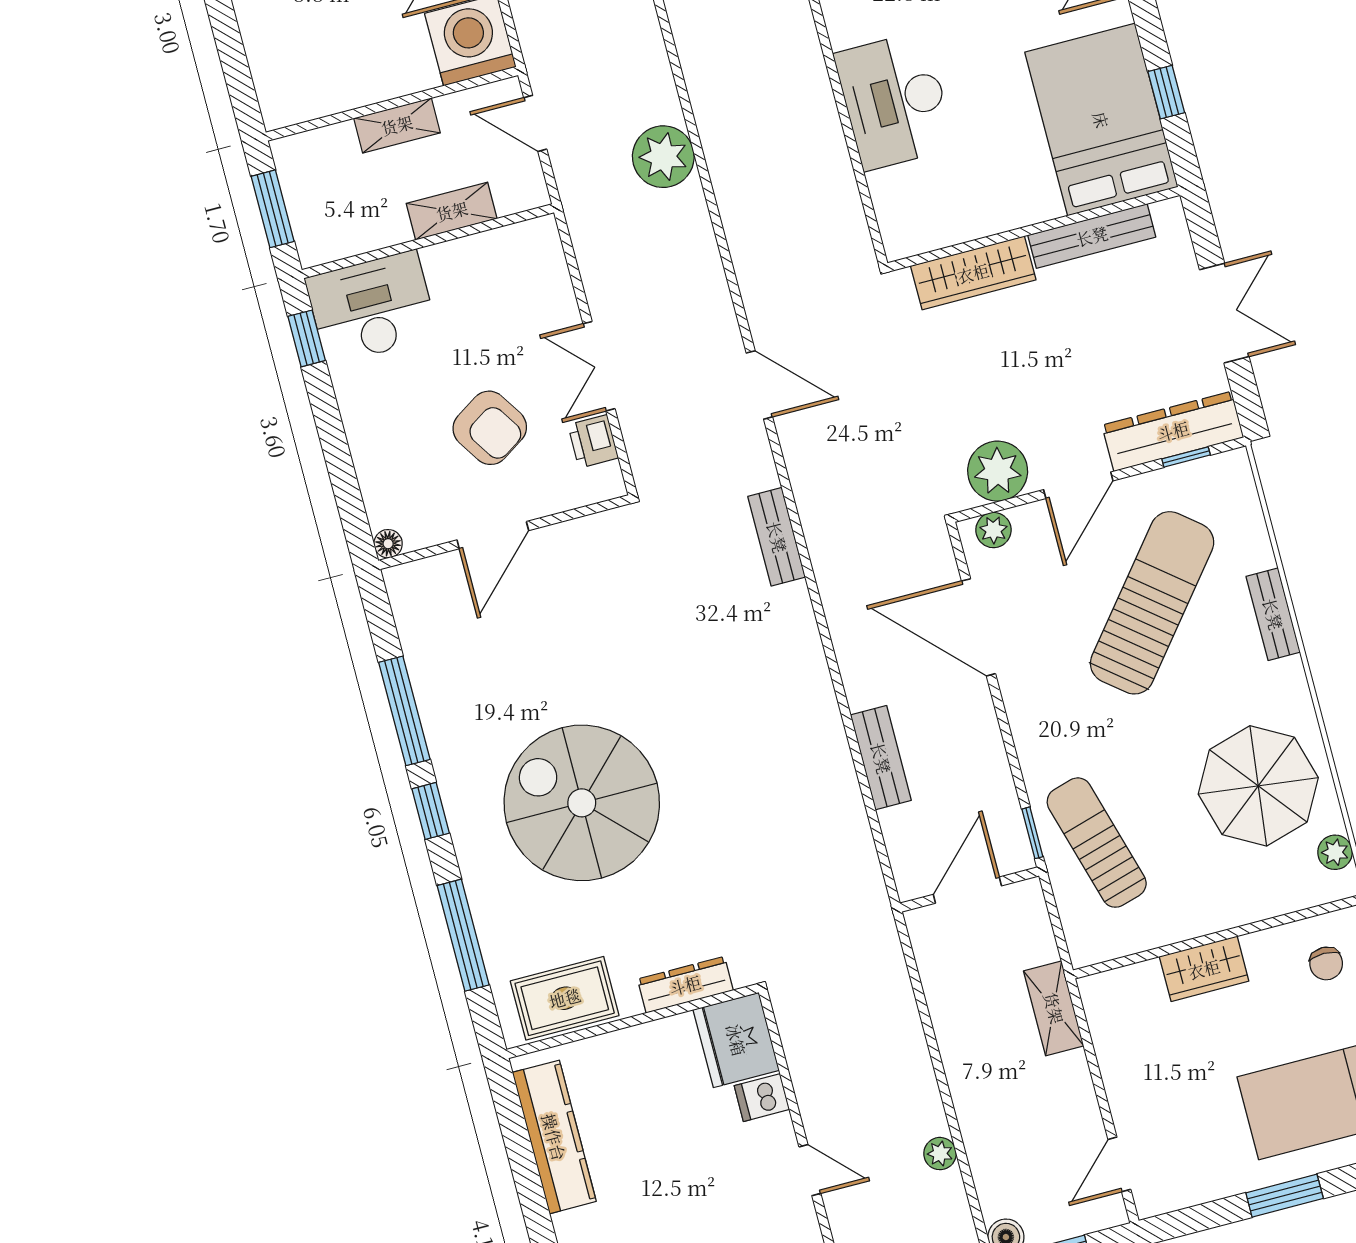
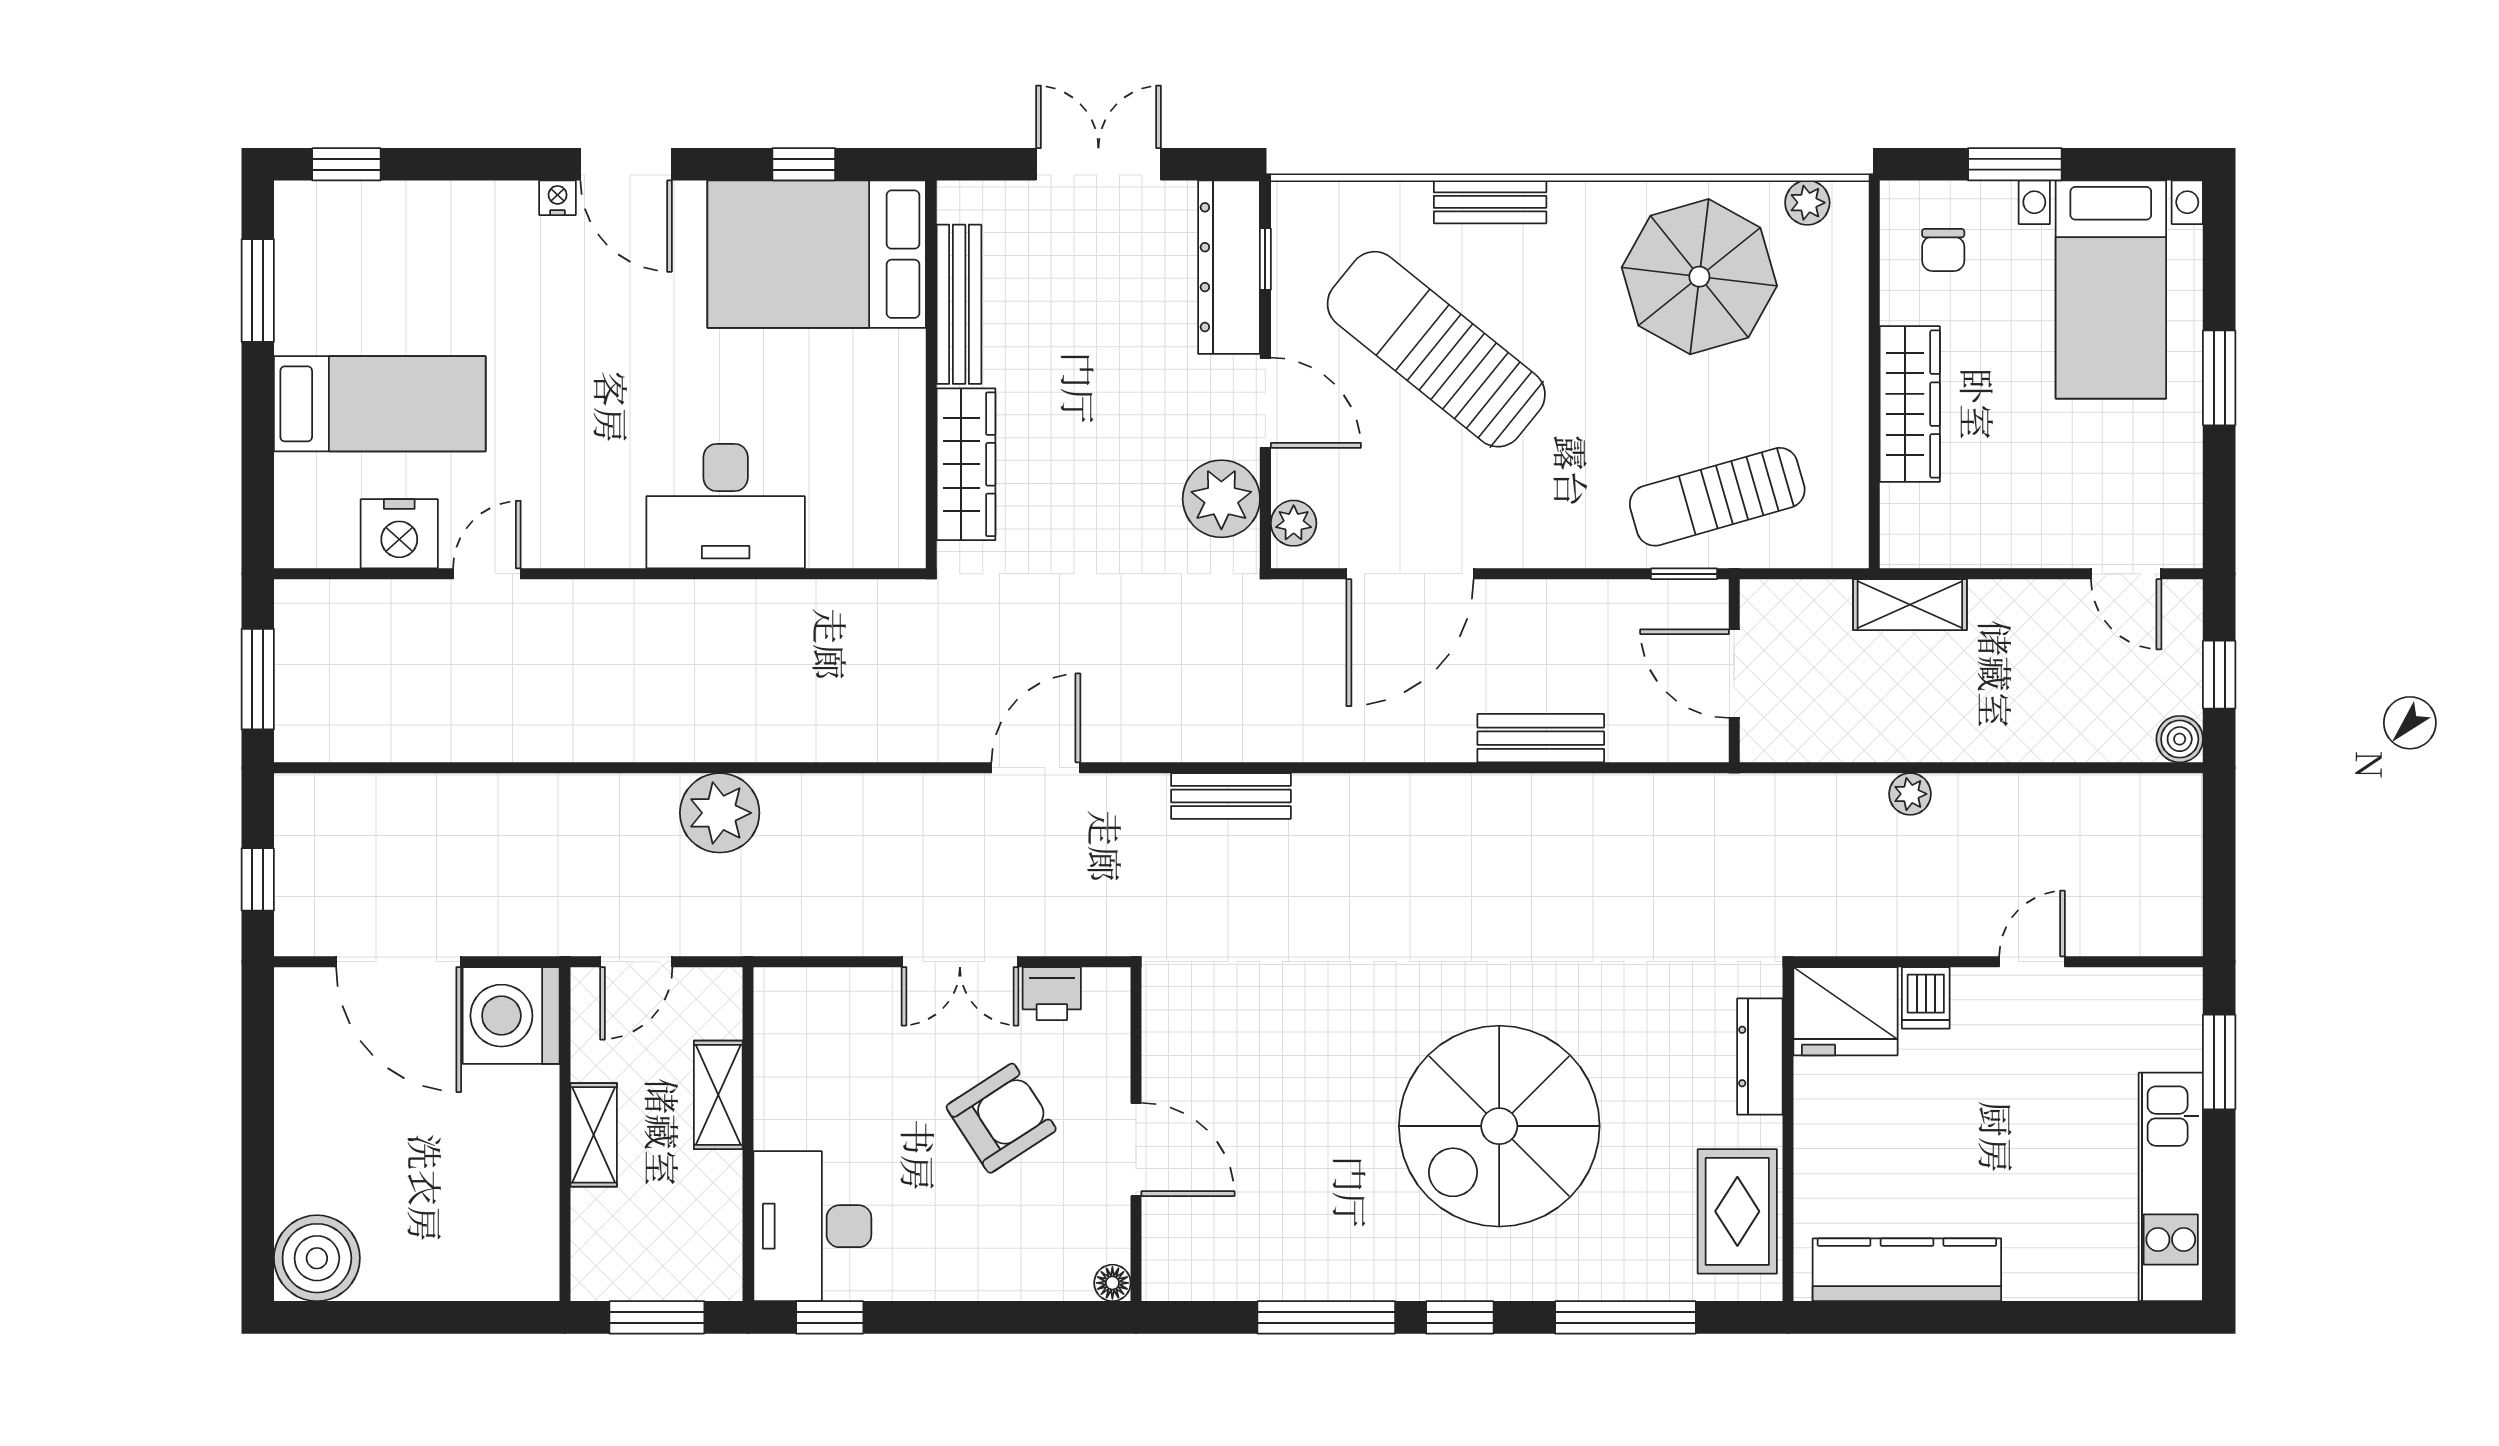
chair: (1326, 963) -> (1943, 250), turned 90
wardrobe: (1204, 969) -> (1910, 404), width x1.50
plant: (940, 1154) -> (1910, 794), moved

